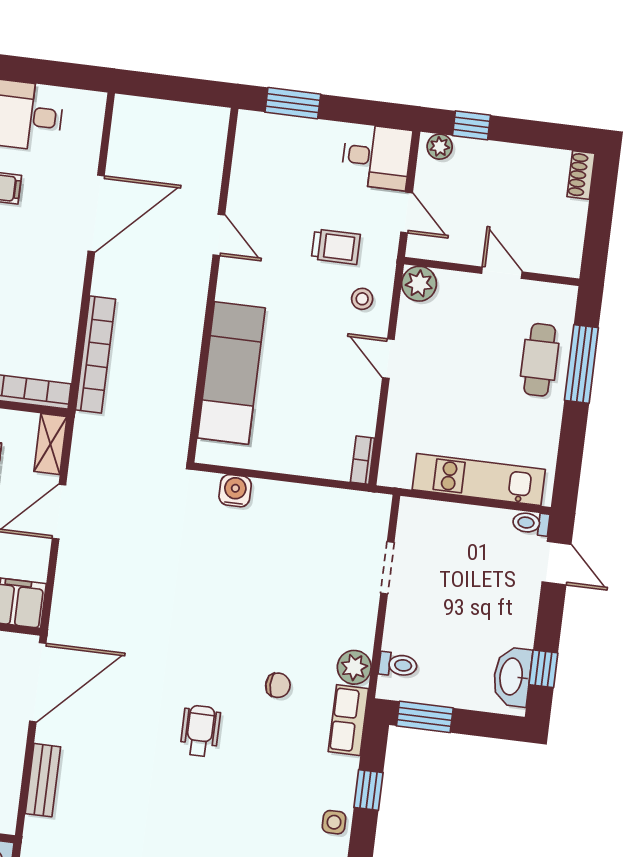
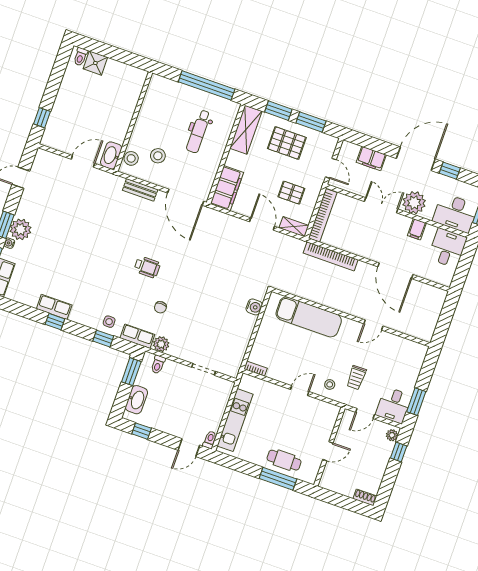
window: (293, 103) -> (416, 402), moved
plant: (419, 284) -> (331, 412), removed
washbasin: (512, 677) -> (136, 400), moved, turned 90
side table: (334, 822) -> (109, 322), moved

